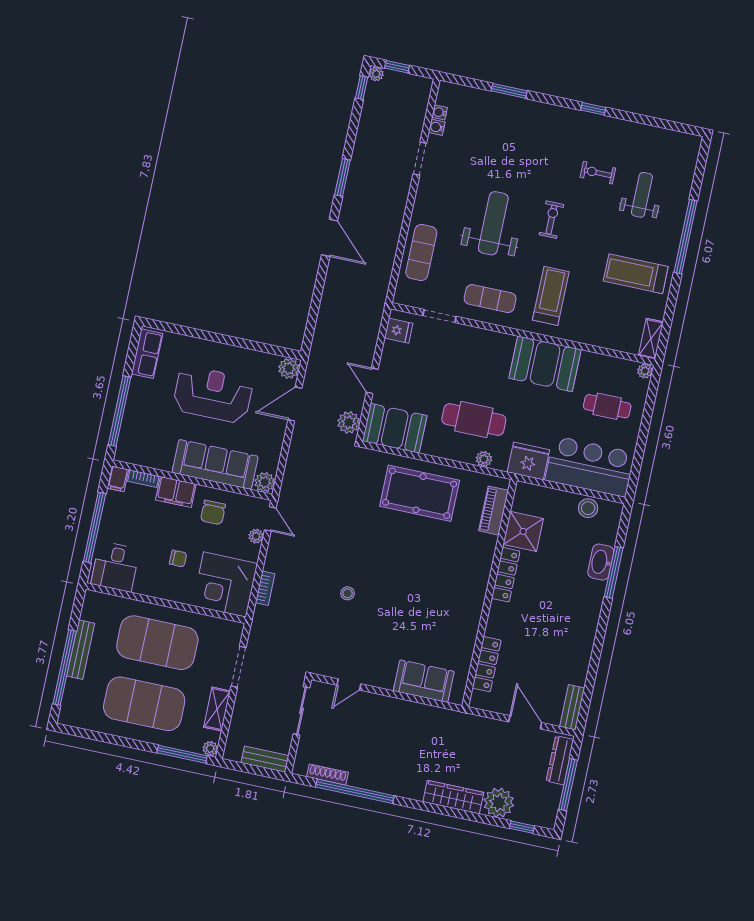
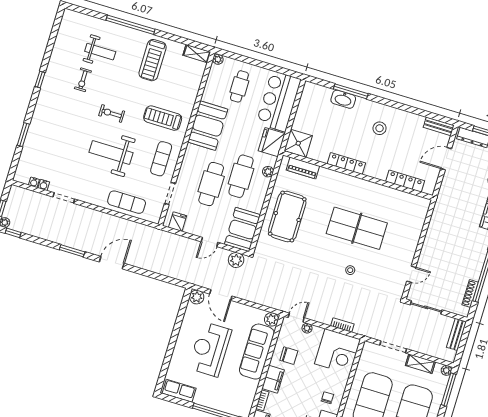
weight bench: (642, 195) -> (100, 52), turned 180
cafe table: (459, 376) -> (211, 184), added
stool: (588, 508) -> (380, 128), moved
shower: (523, 531) -> (298, 143), moved
chair: (178, 559) -> (327, 398), moved
table tennis table: (411, 598) -> (357, 228), added
sofa: (424, 681) -> (413, 224), removed
door: (349, 685) -> (411, 274), hinge flipped

